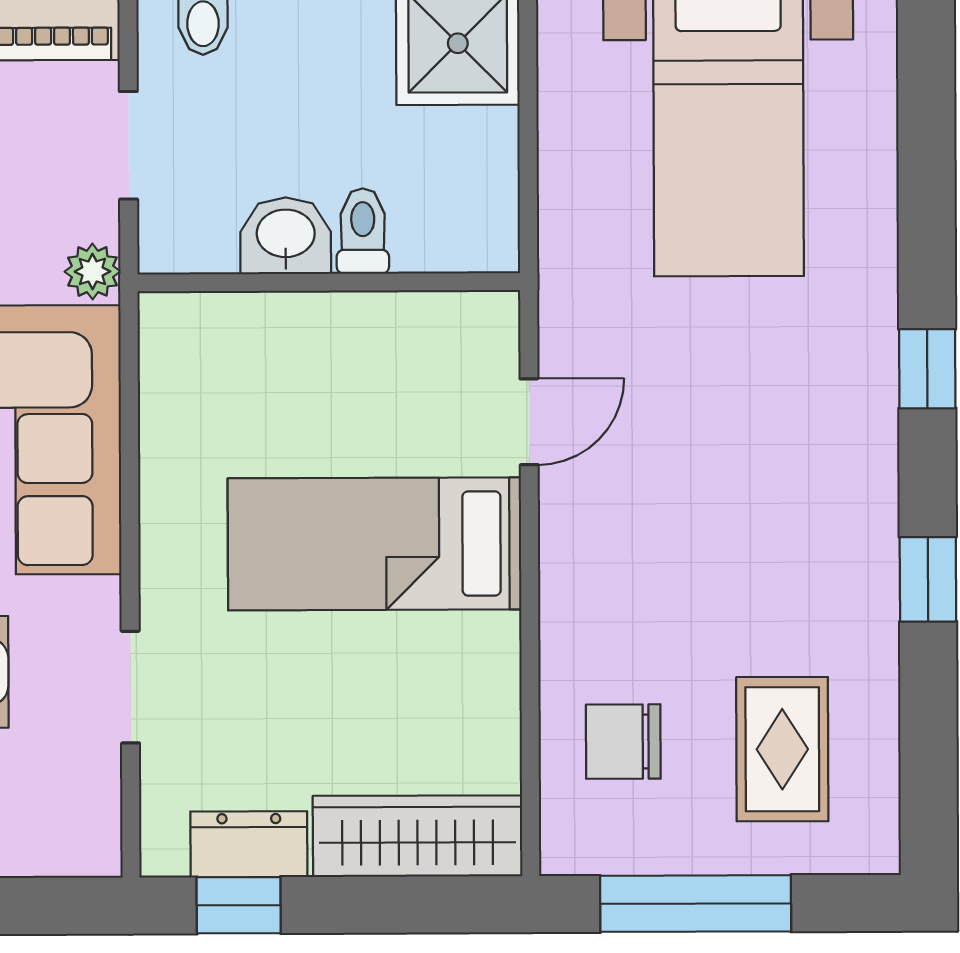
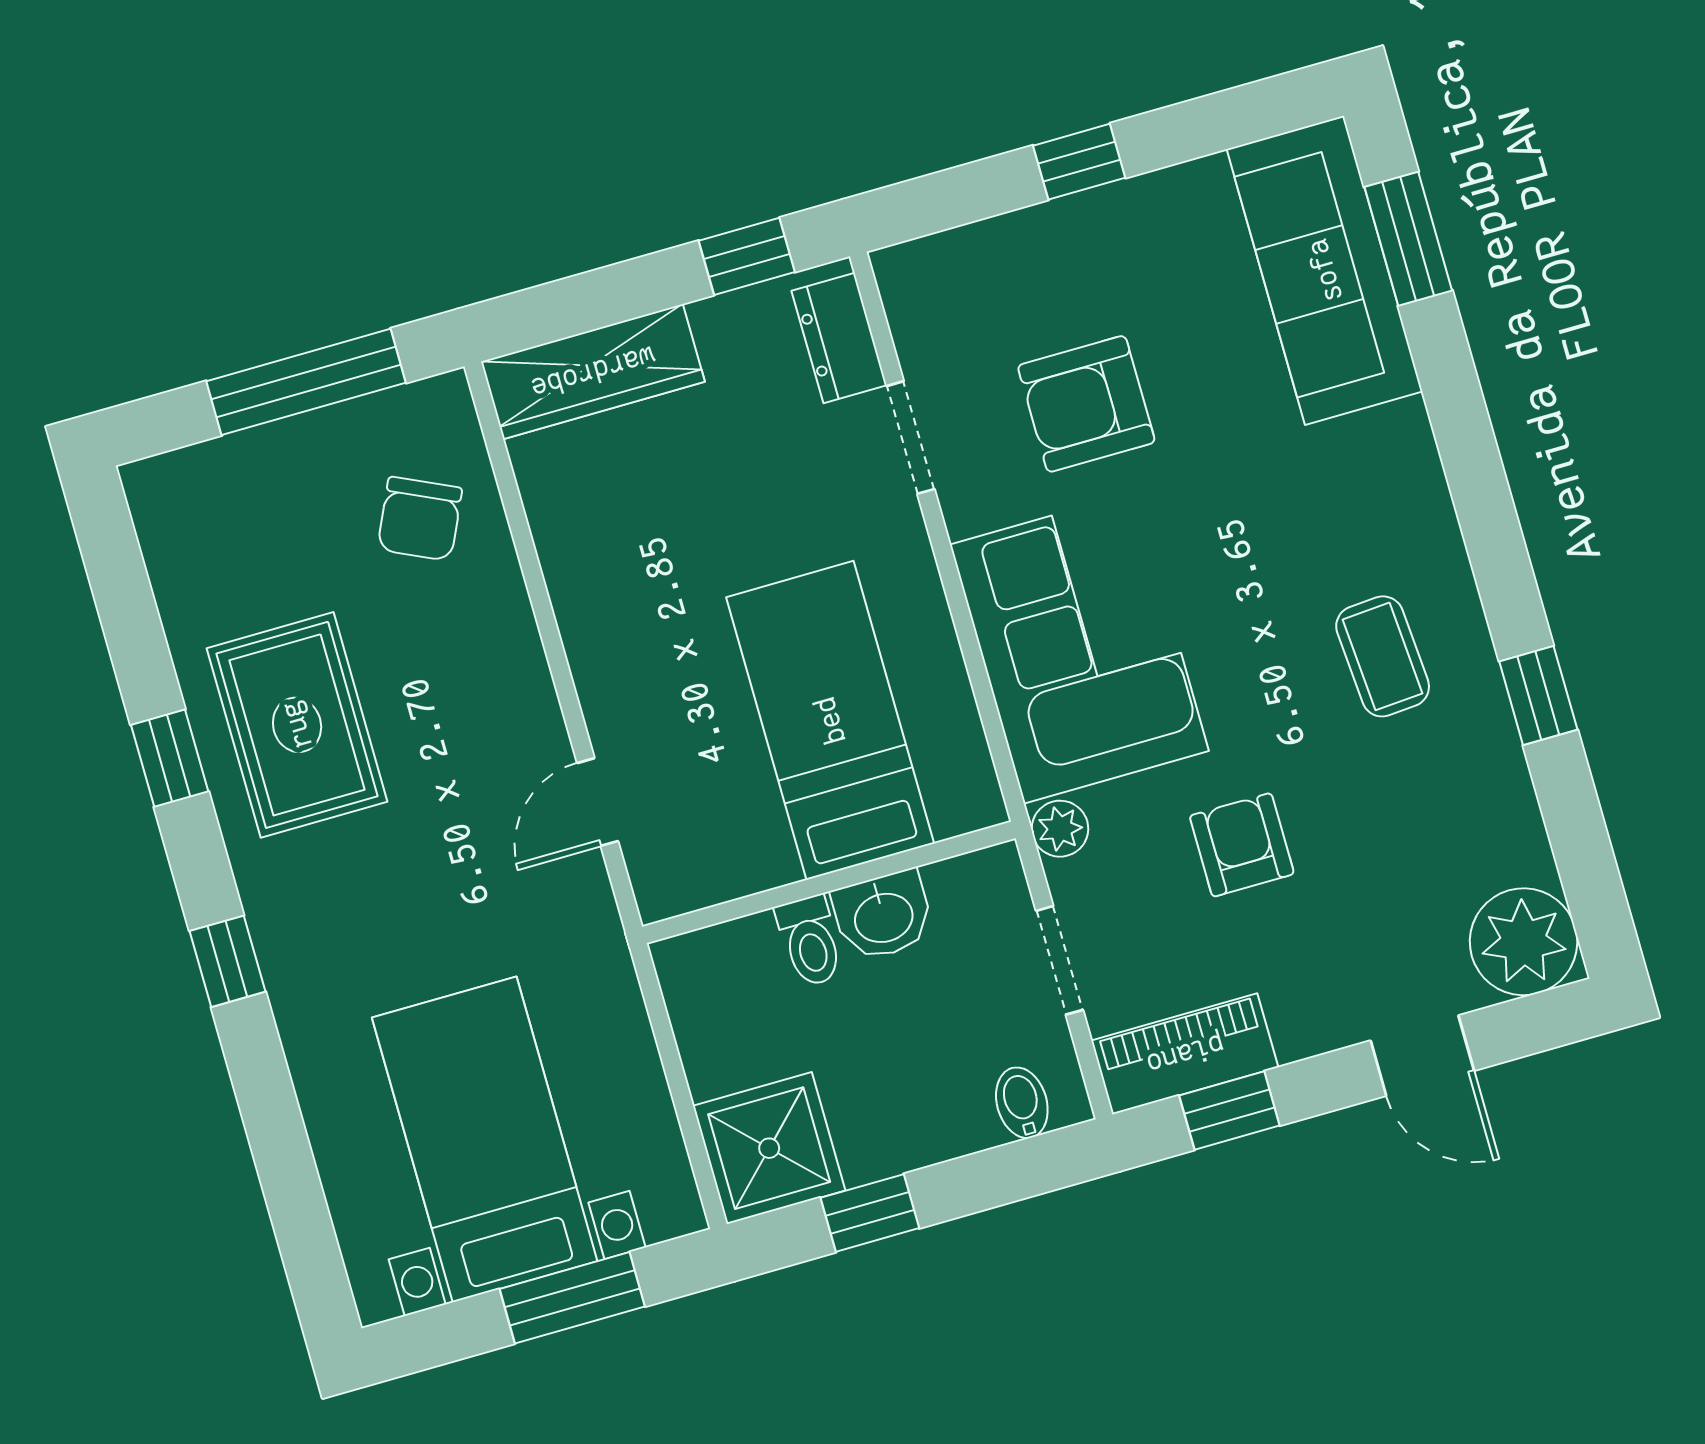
bed: (374, 544) -> (830, 720), moved, turned -90
chair: (623, 742) -> (420, 519), turned 115
rug: (782, 749) -> (297, 725), moved, width x1.36, depth x1.43
dresser: (249, 844) -> (839, 338), moved, turned 90

